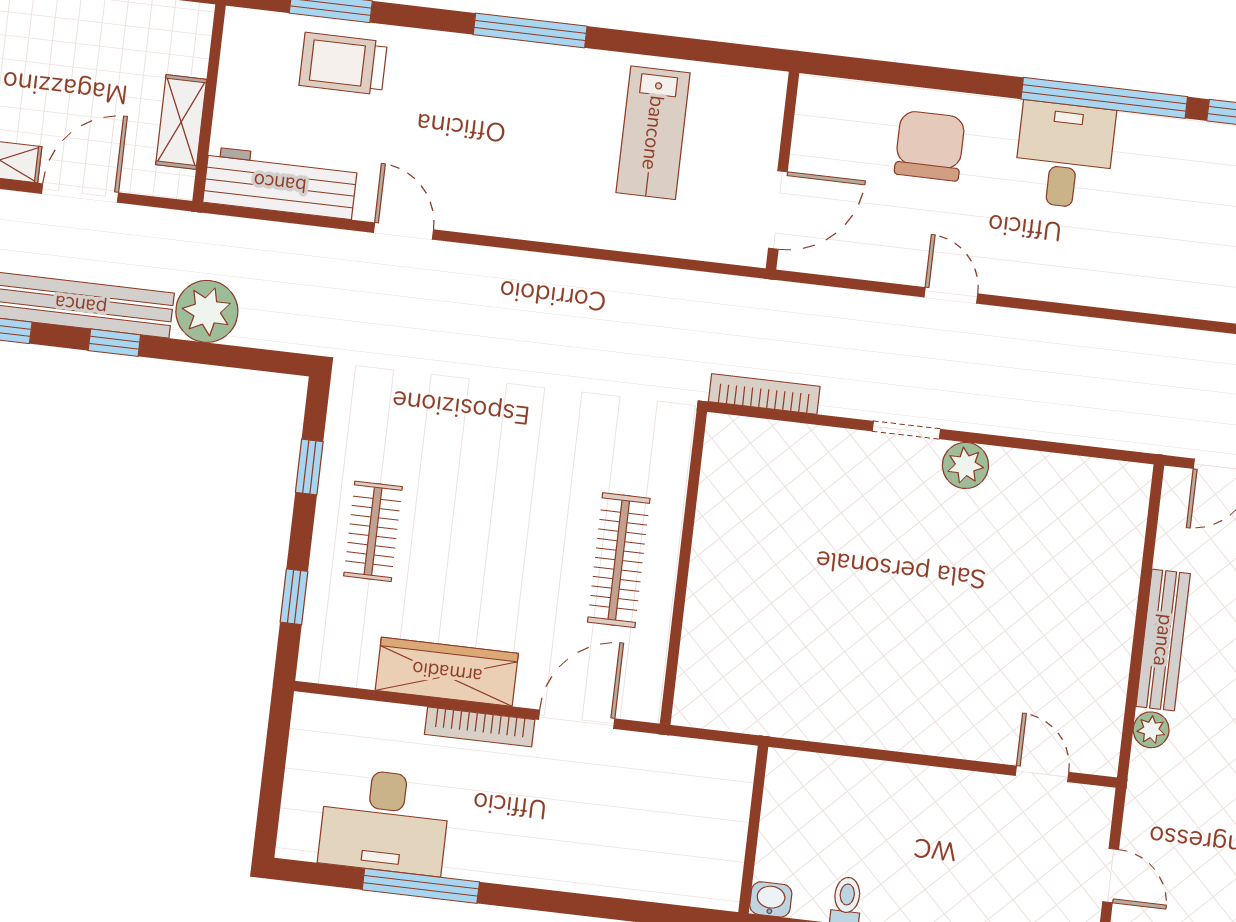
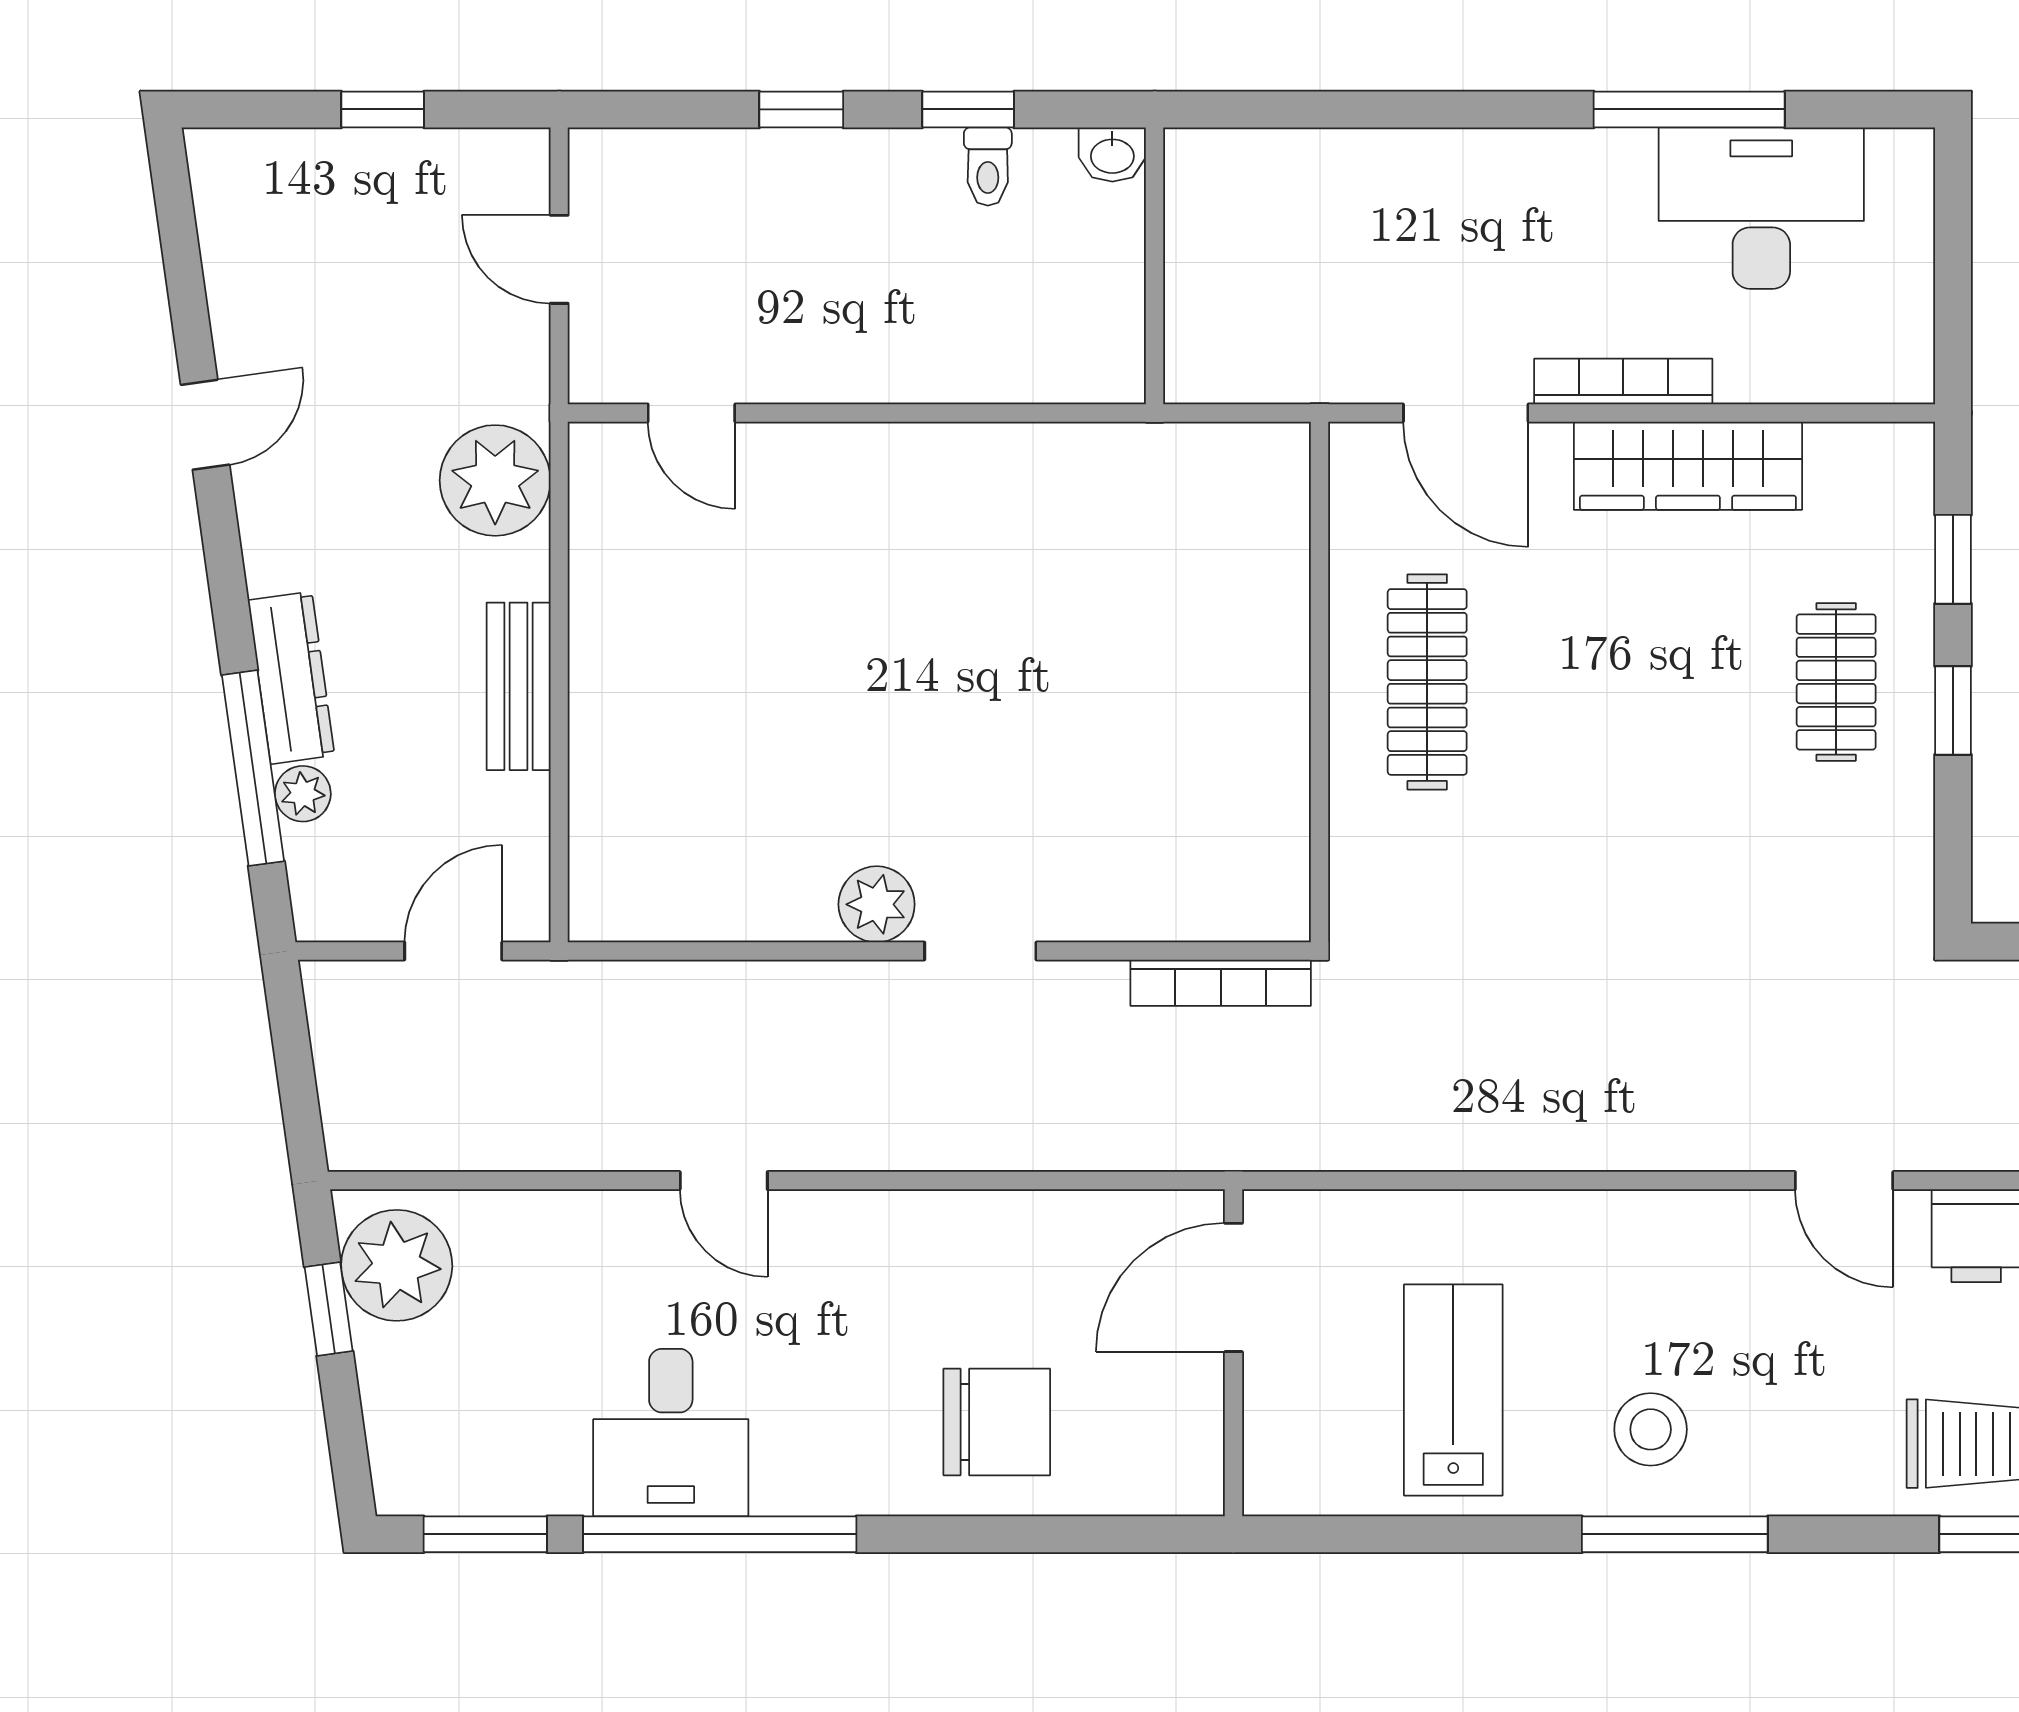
stool: (537, 95) -> (1651, 1429), added
chair: (930, 146) -> (997, 1422), turned -90
desk: (1064, 155) -> (671, 1433), moved
door: (951, 295) -> (724, 1181), moved
window: (309, 467) -> (1953, 710), moved
bench: (1163, 640) -> (519, 686), width x0.73
door: (577, 719) -> (1466, 413), hinge flipped
plant: (1151, 730) -> (495, 480), width x1.88, depth x1.88

